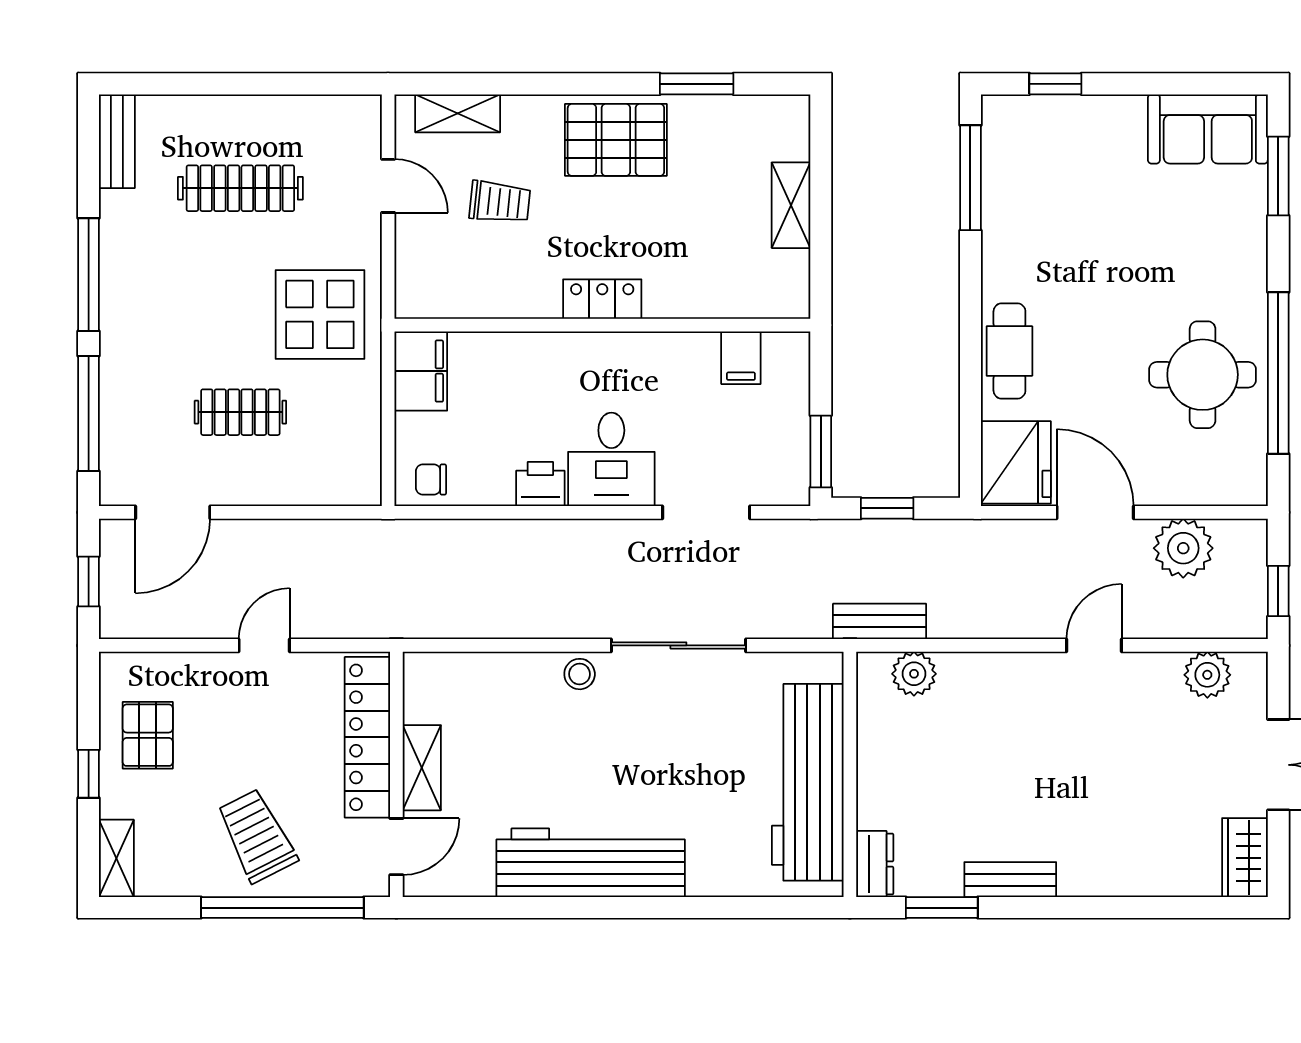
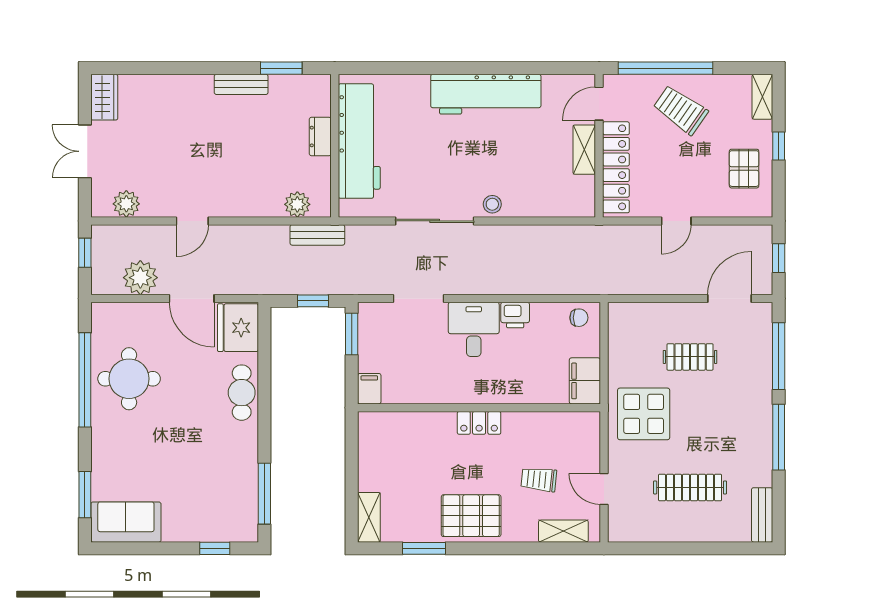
shelving: (791, 205) -> (369, 517), moved
filing cabinet: (741, 358) -> (369, 389), moved
trolley: (257, 836) -> (681, 110), turned 152
dresser: (875, 864) -> (320, 136), moved

